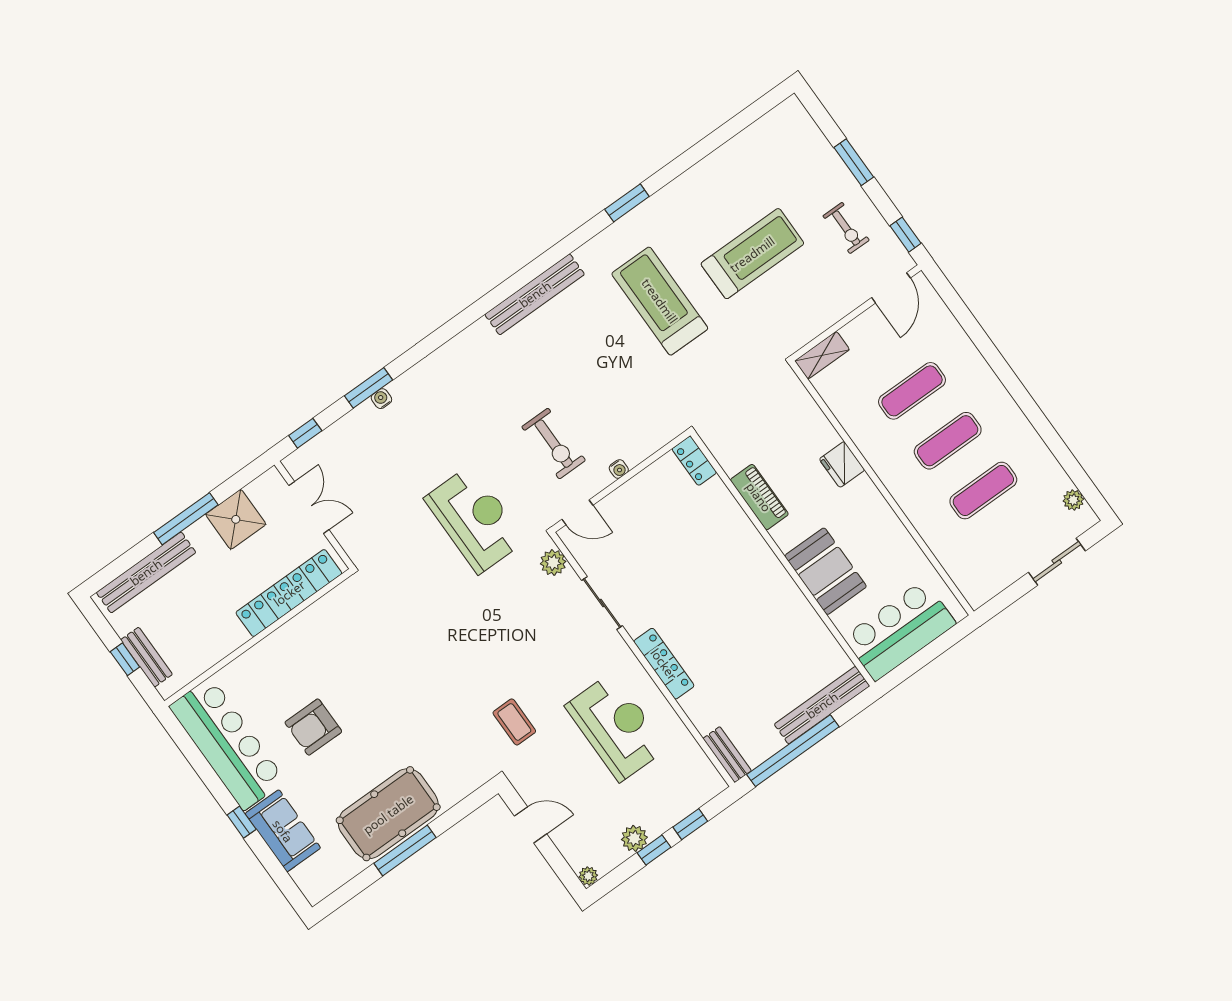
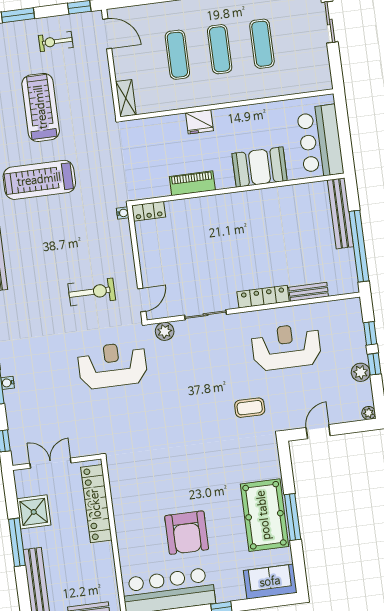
exercise bike: (846, 228) -> (56, 42), turned 180
water cooler: (619, 469) -> (123, 213), moved
armchair: (313, 727) -> (187, 533), width x1.36, depth x1.36
bench: (727, 755) -> (309, 292), moved
sofa: (283, 831) -> (270, 582), moved

